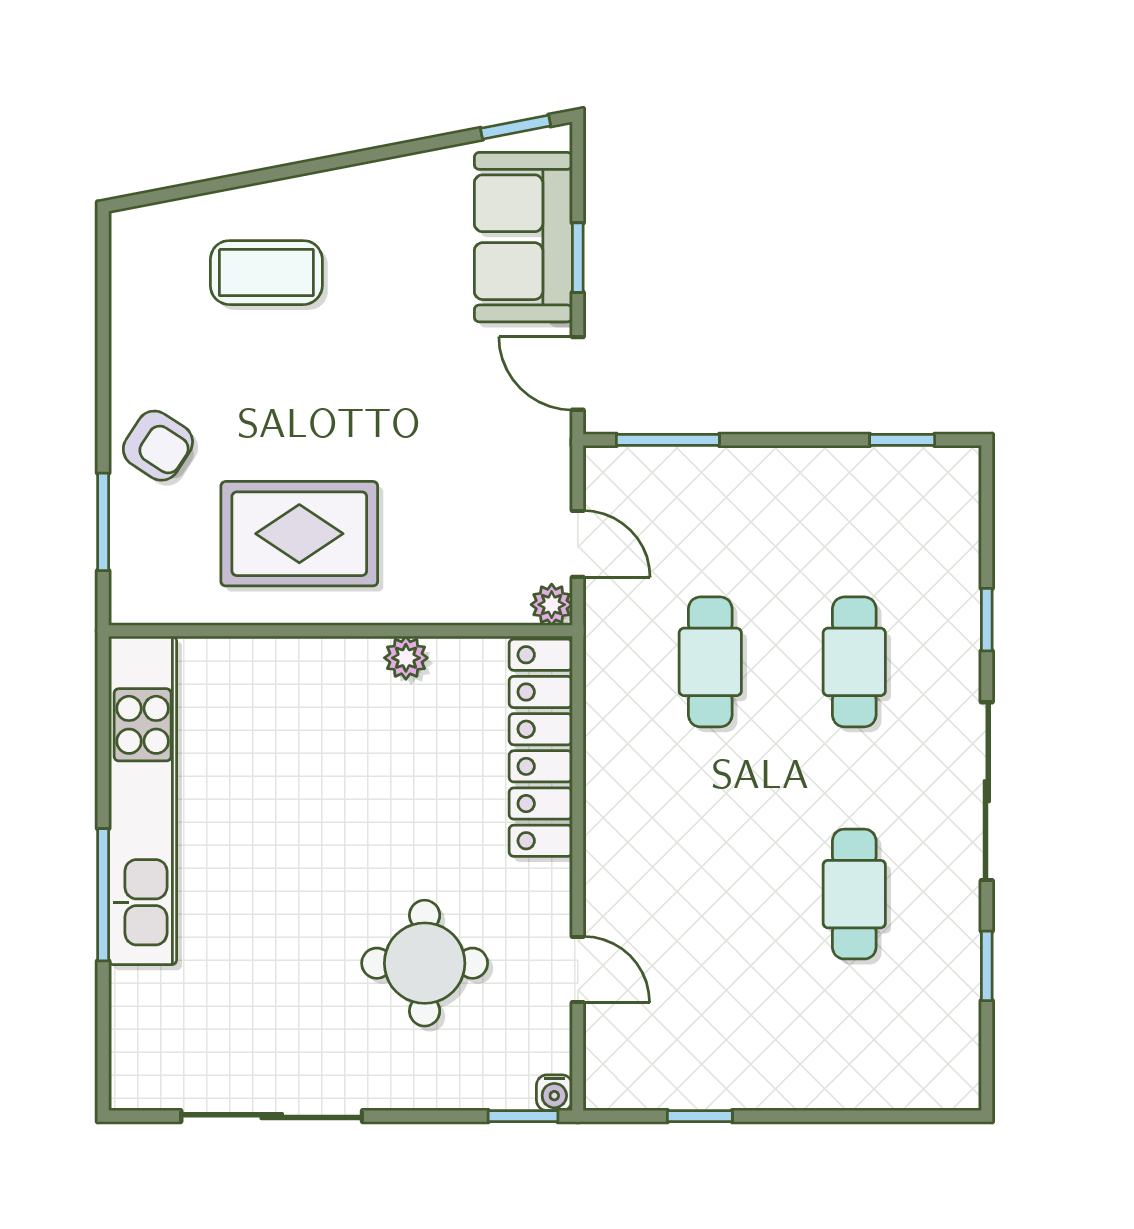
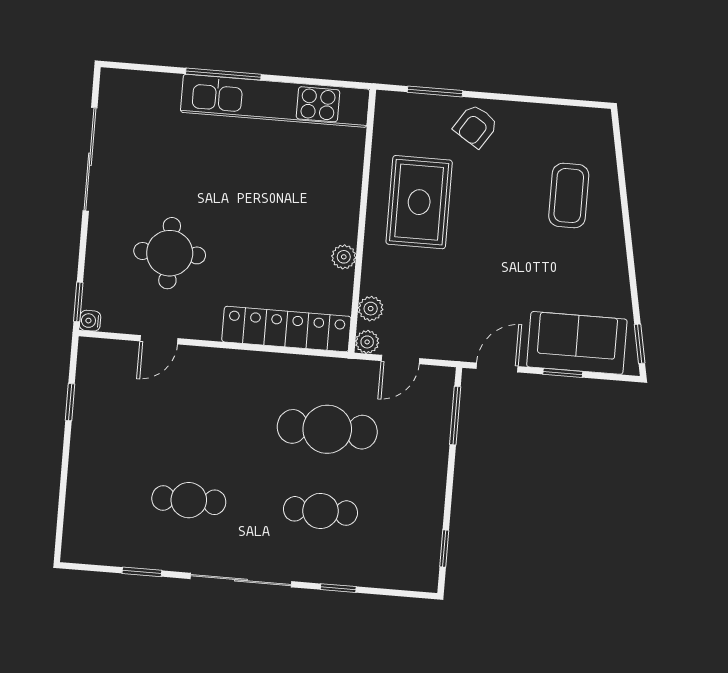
plant: (493, 603) -> (371, 309), added
cafe table: (710, 662) -> (327, 429), width x1.37, depth x1.35

